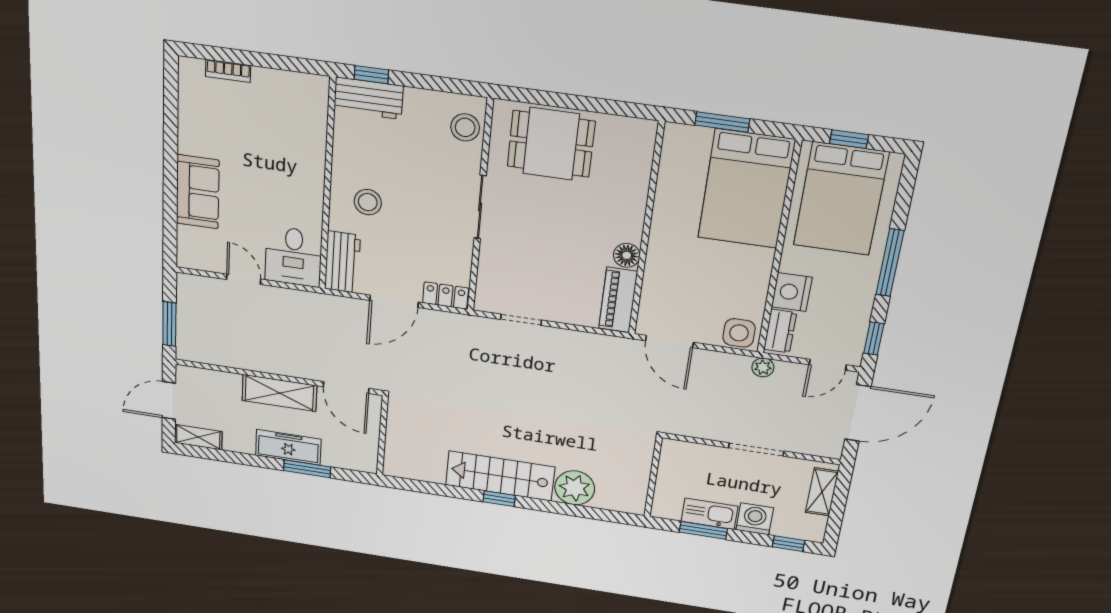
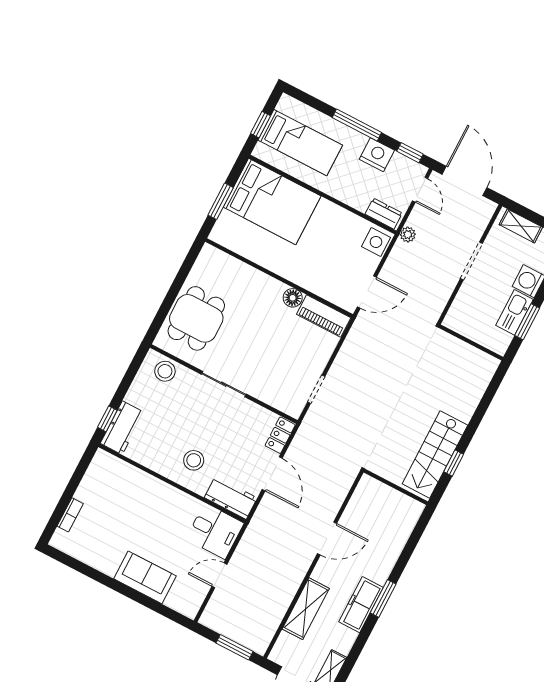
bed: (841, 199) -> (300, 143), width x0.67
nightstand: (792, 292) -> (377, 155), moved, turned 180
shelving: (279, 393) -> (306, 609), moved
wall: (382, 436) -> (396, 487), moved
plant: (575, 488) -> (462, 403), removed

